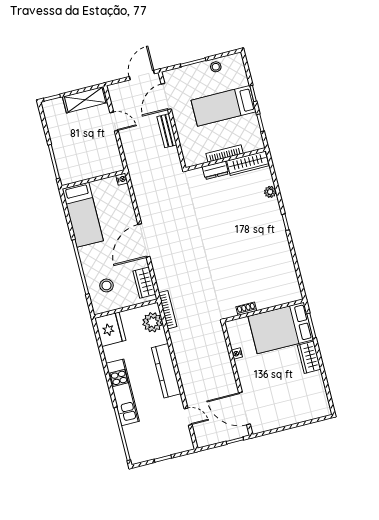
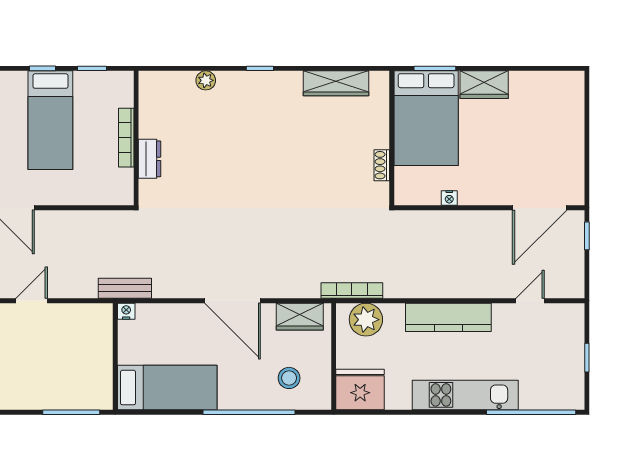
bench: (167, 131) -> (125, 288), moved
wardrobe: (248, 163) -> (336, 83), moved, turned 90

